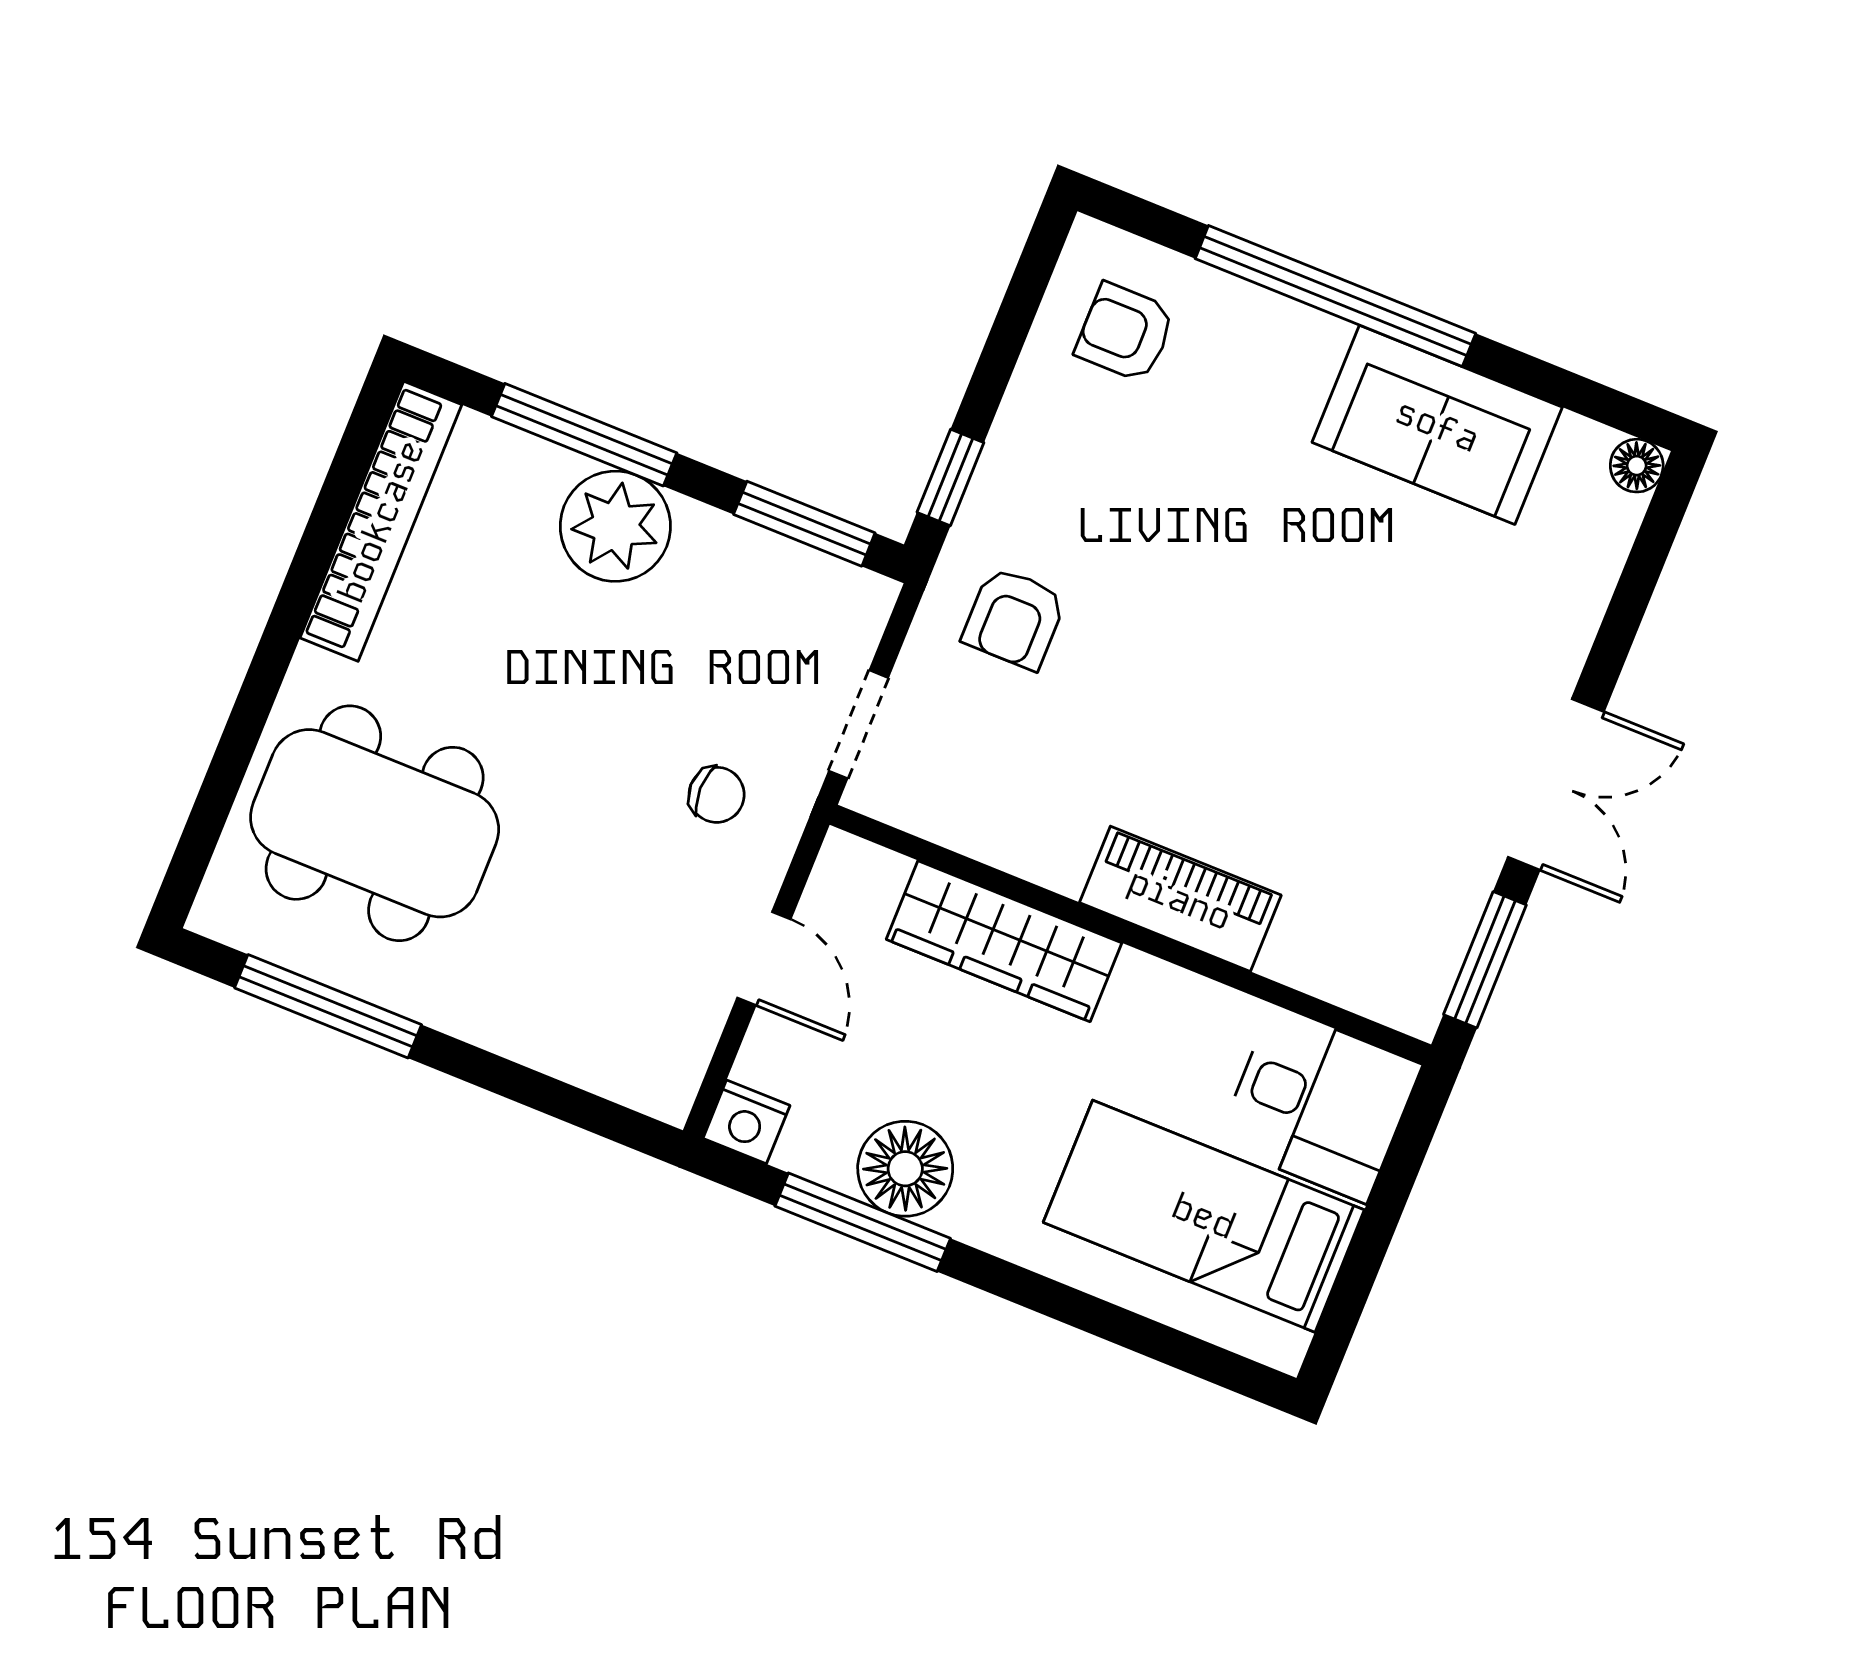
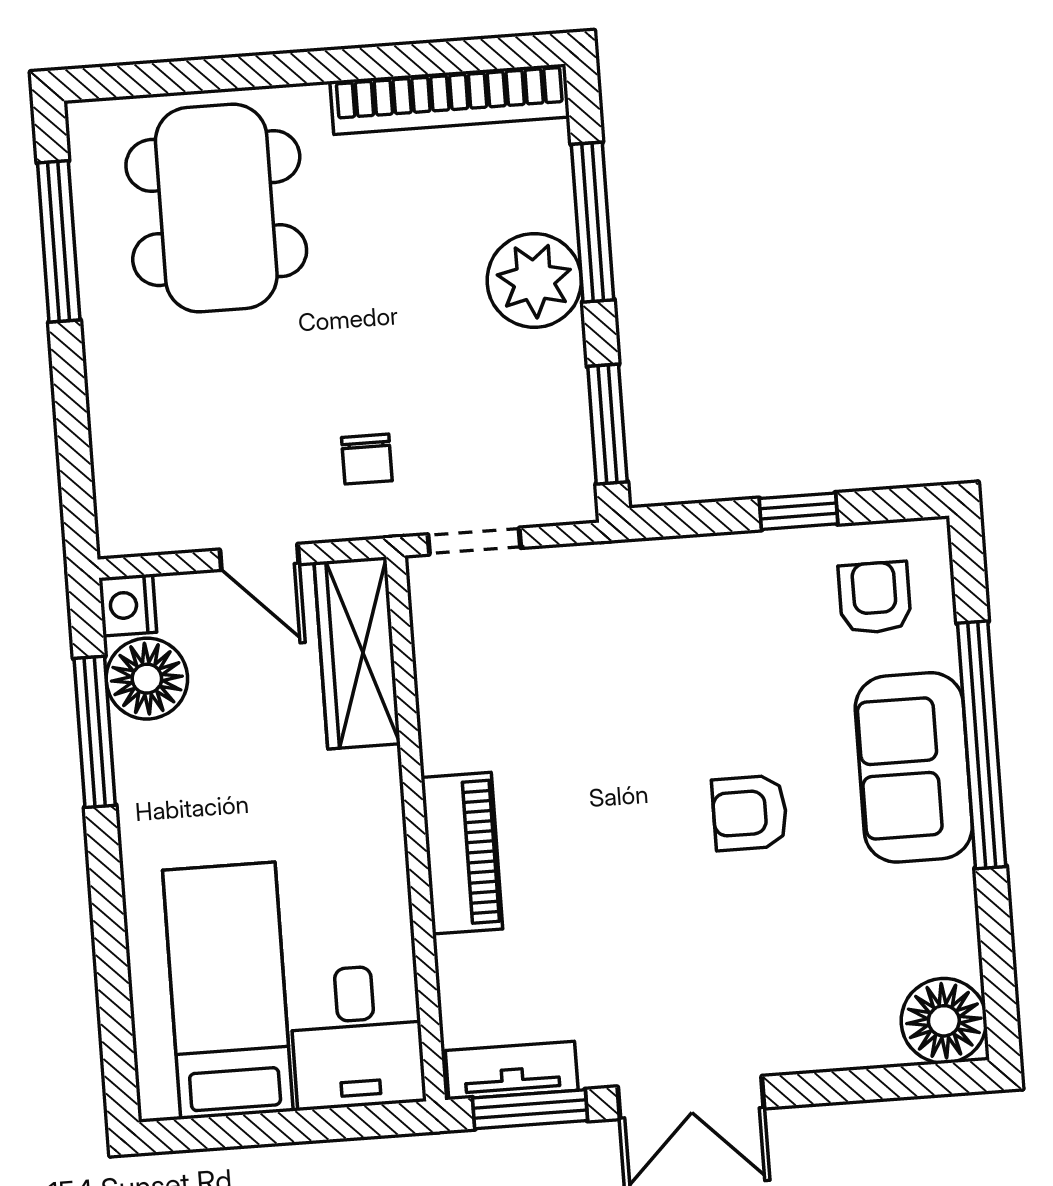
sofa: (1437, 425) -> (914, 767), moved
floor lamp: (1637, 466) -> (944, 1021), width x1.89, depth x1.89
window: (950, 478) -> (799, 511), moved
armchair: (1014, 618) -> (750, 813), moved
wardrobe: (1004, 941) -> (357, 653), moved
door: (764, 958) -> (259, 557), hinge flipped
tv unit: (1435, 959) -> (512, 1070), added
floor lamp: (905, 1169) -> (147, 679), moved

